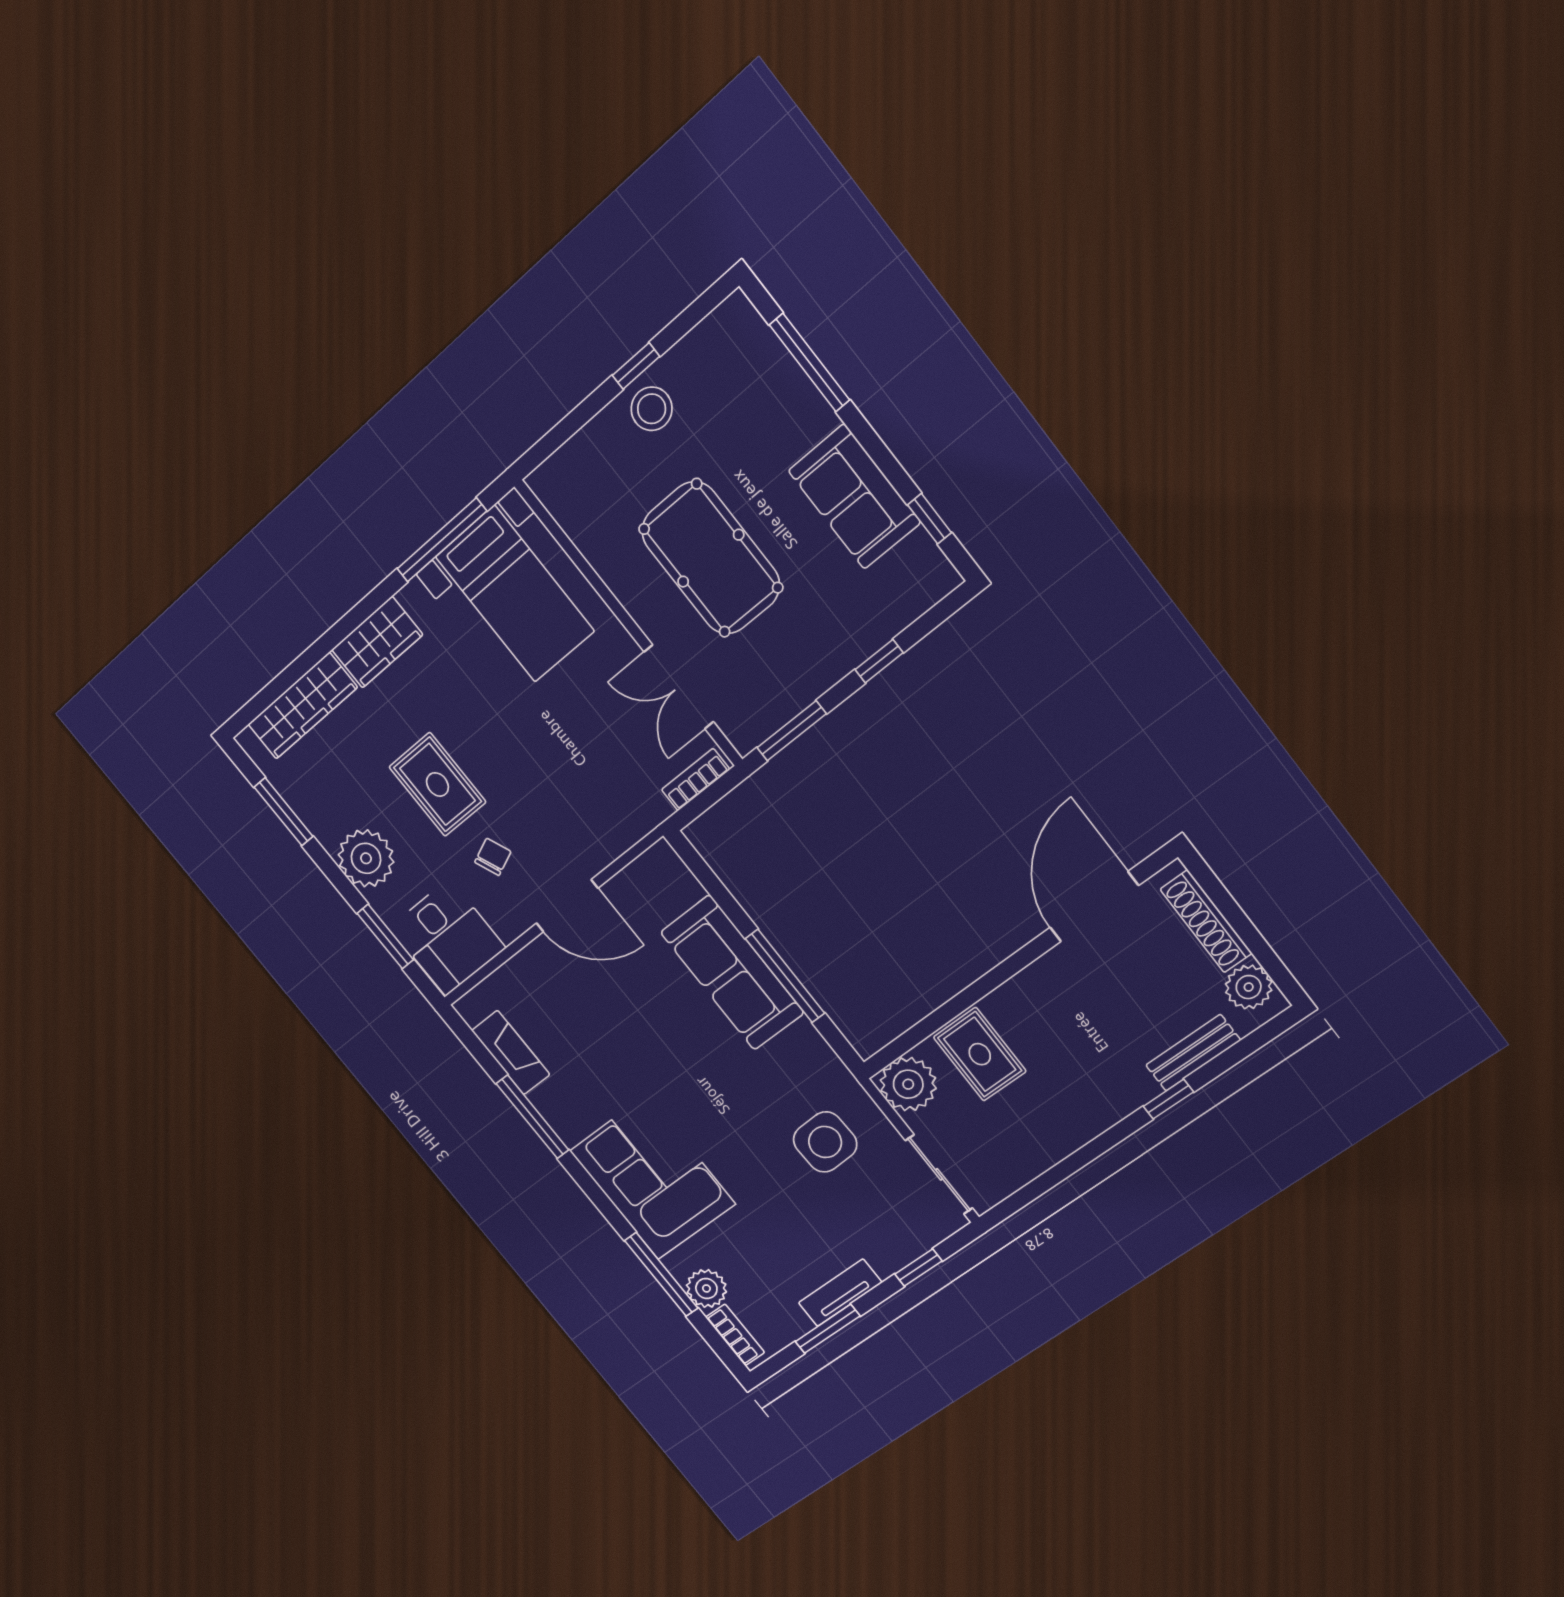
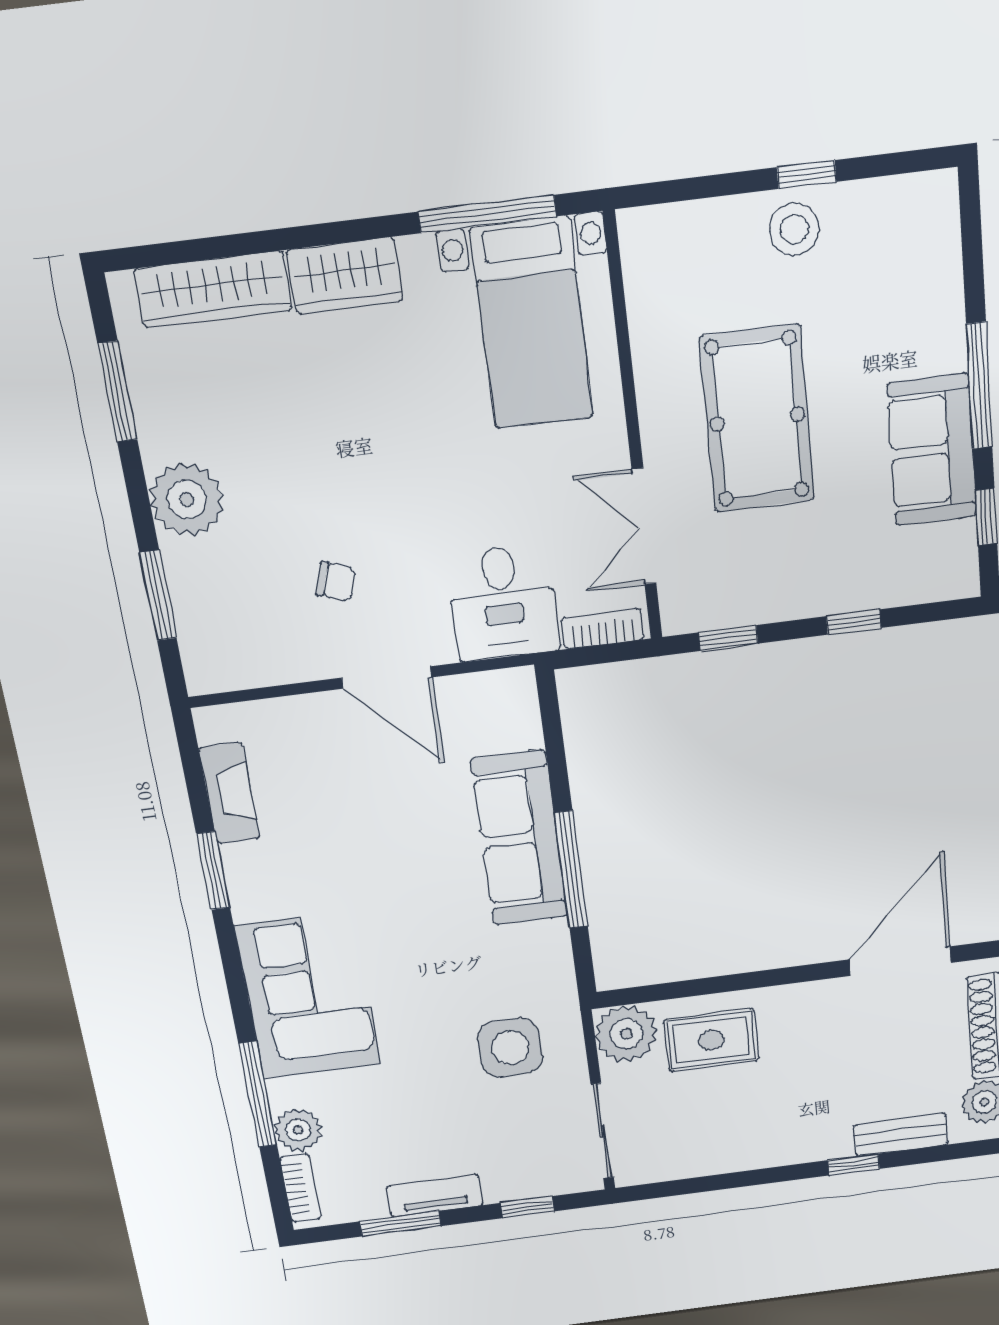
window: (810, 362) -> (979, 386), moved
window: (792, 731) -> (728, 638), width x0.67
rug: (437, 784) -> (320, 470), removed
chair: (493, 857) -> (336, 581), turned 41
desk: (448, 938) -> (503, 602), moved
rug: (980, 1054) -> (711, 1040), turned 90
window: (532, 1117) -> (213, 871), width x0.69

